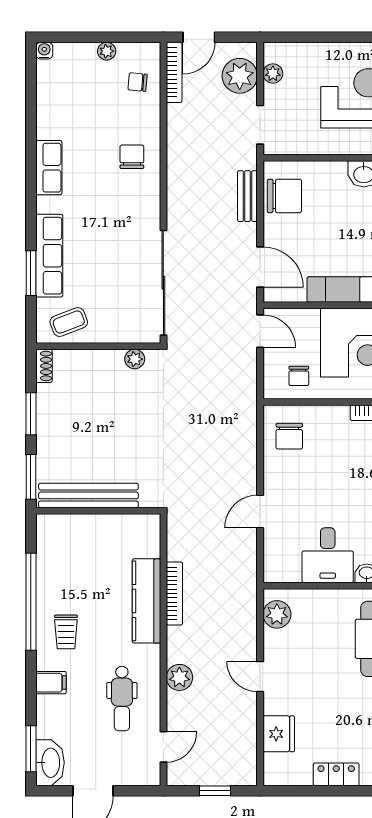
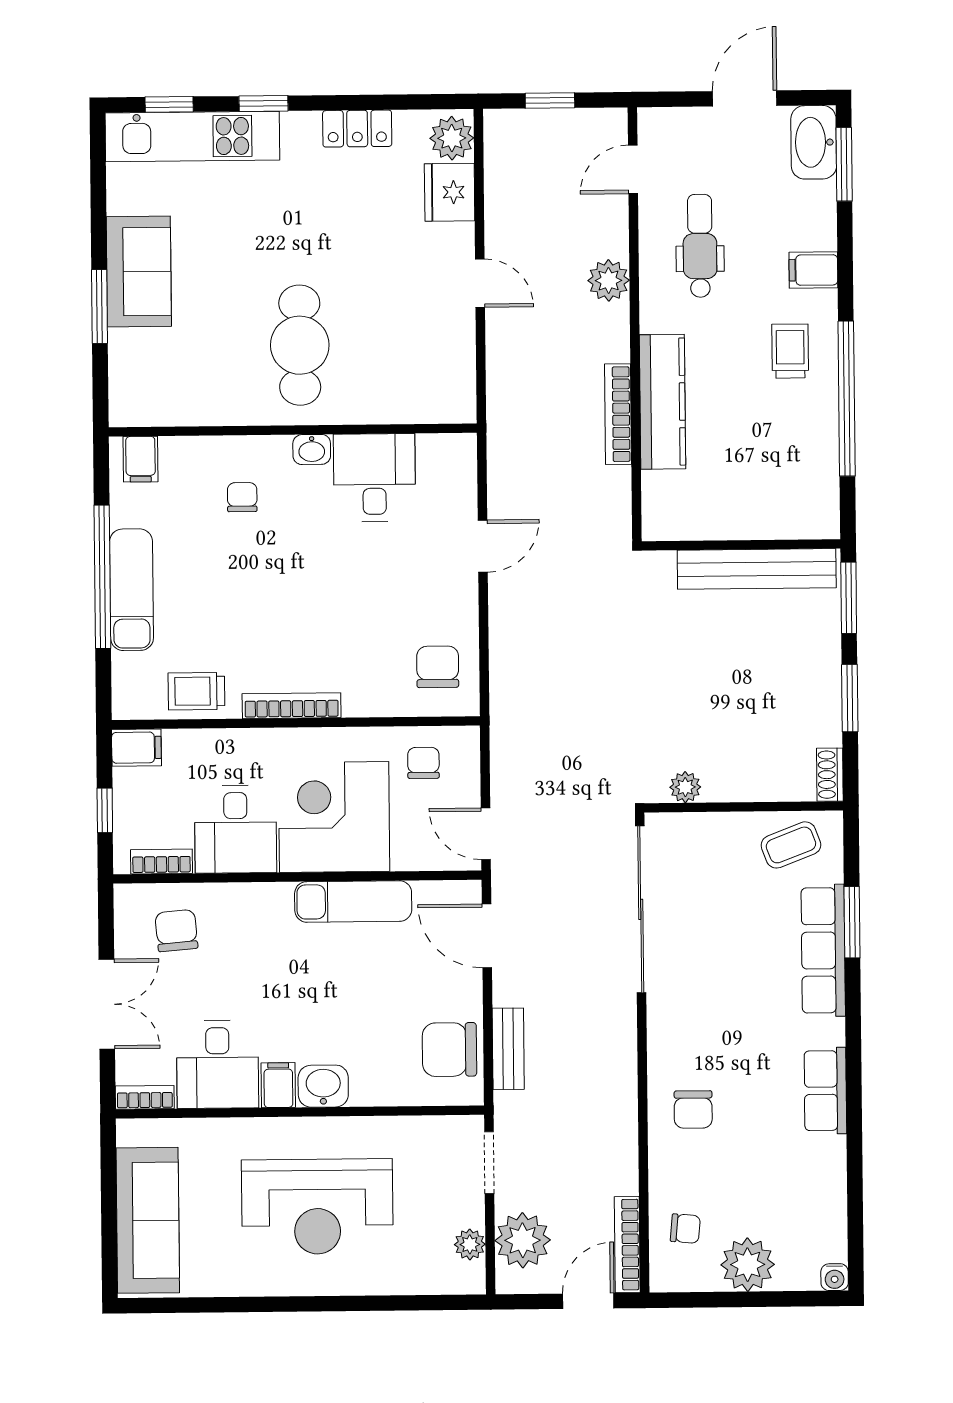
plant: (107, 51) -> (748, 1265), width x1.87, depth x1.87
plant: (277, 614) -> (452, 138), moved

